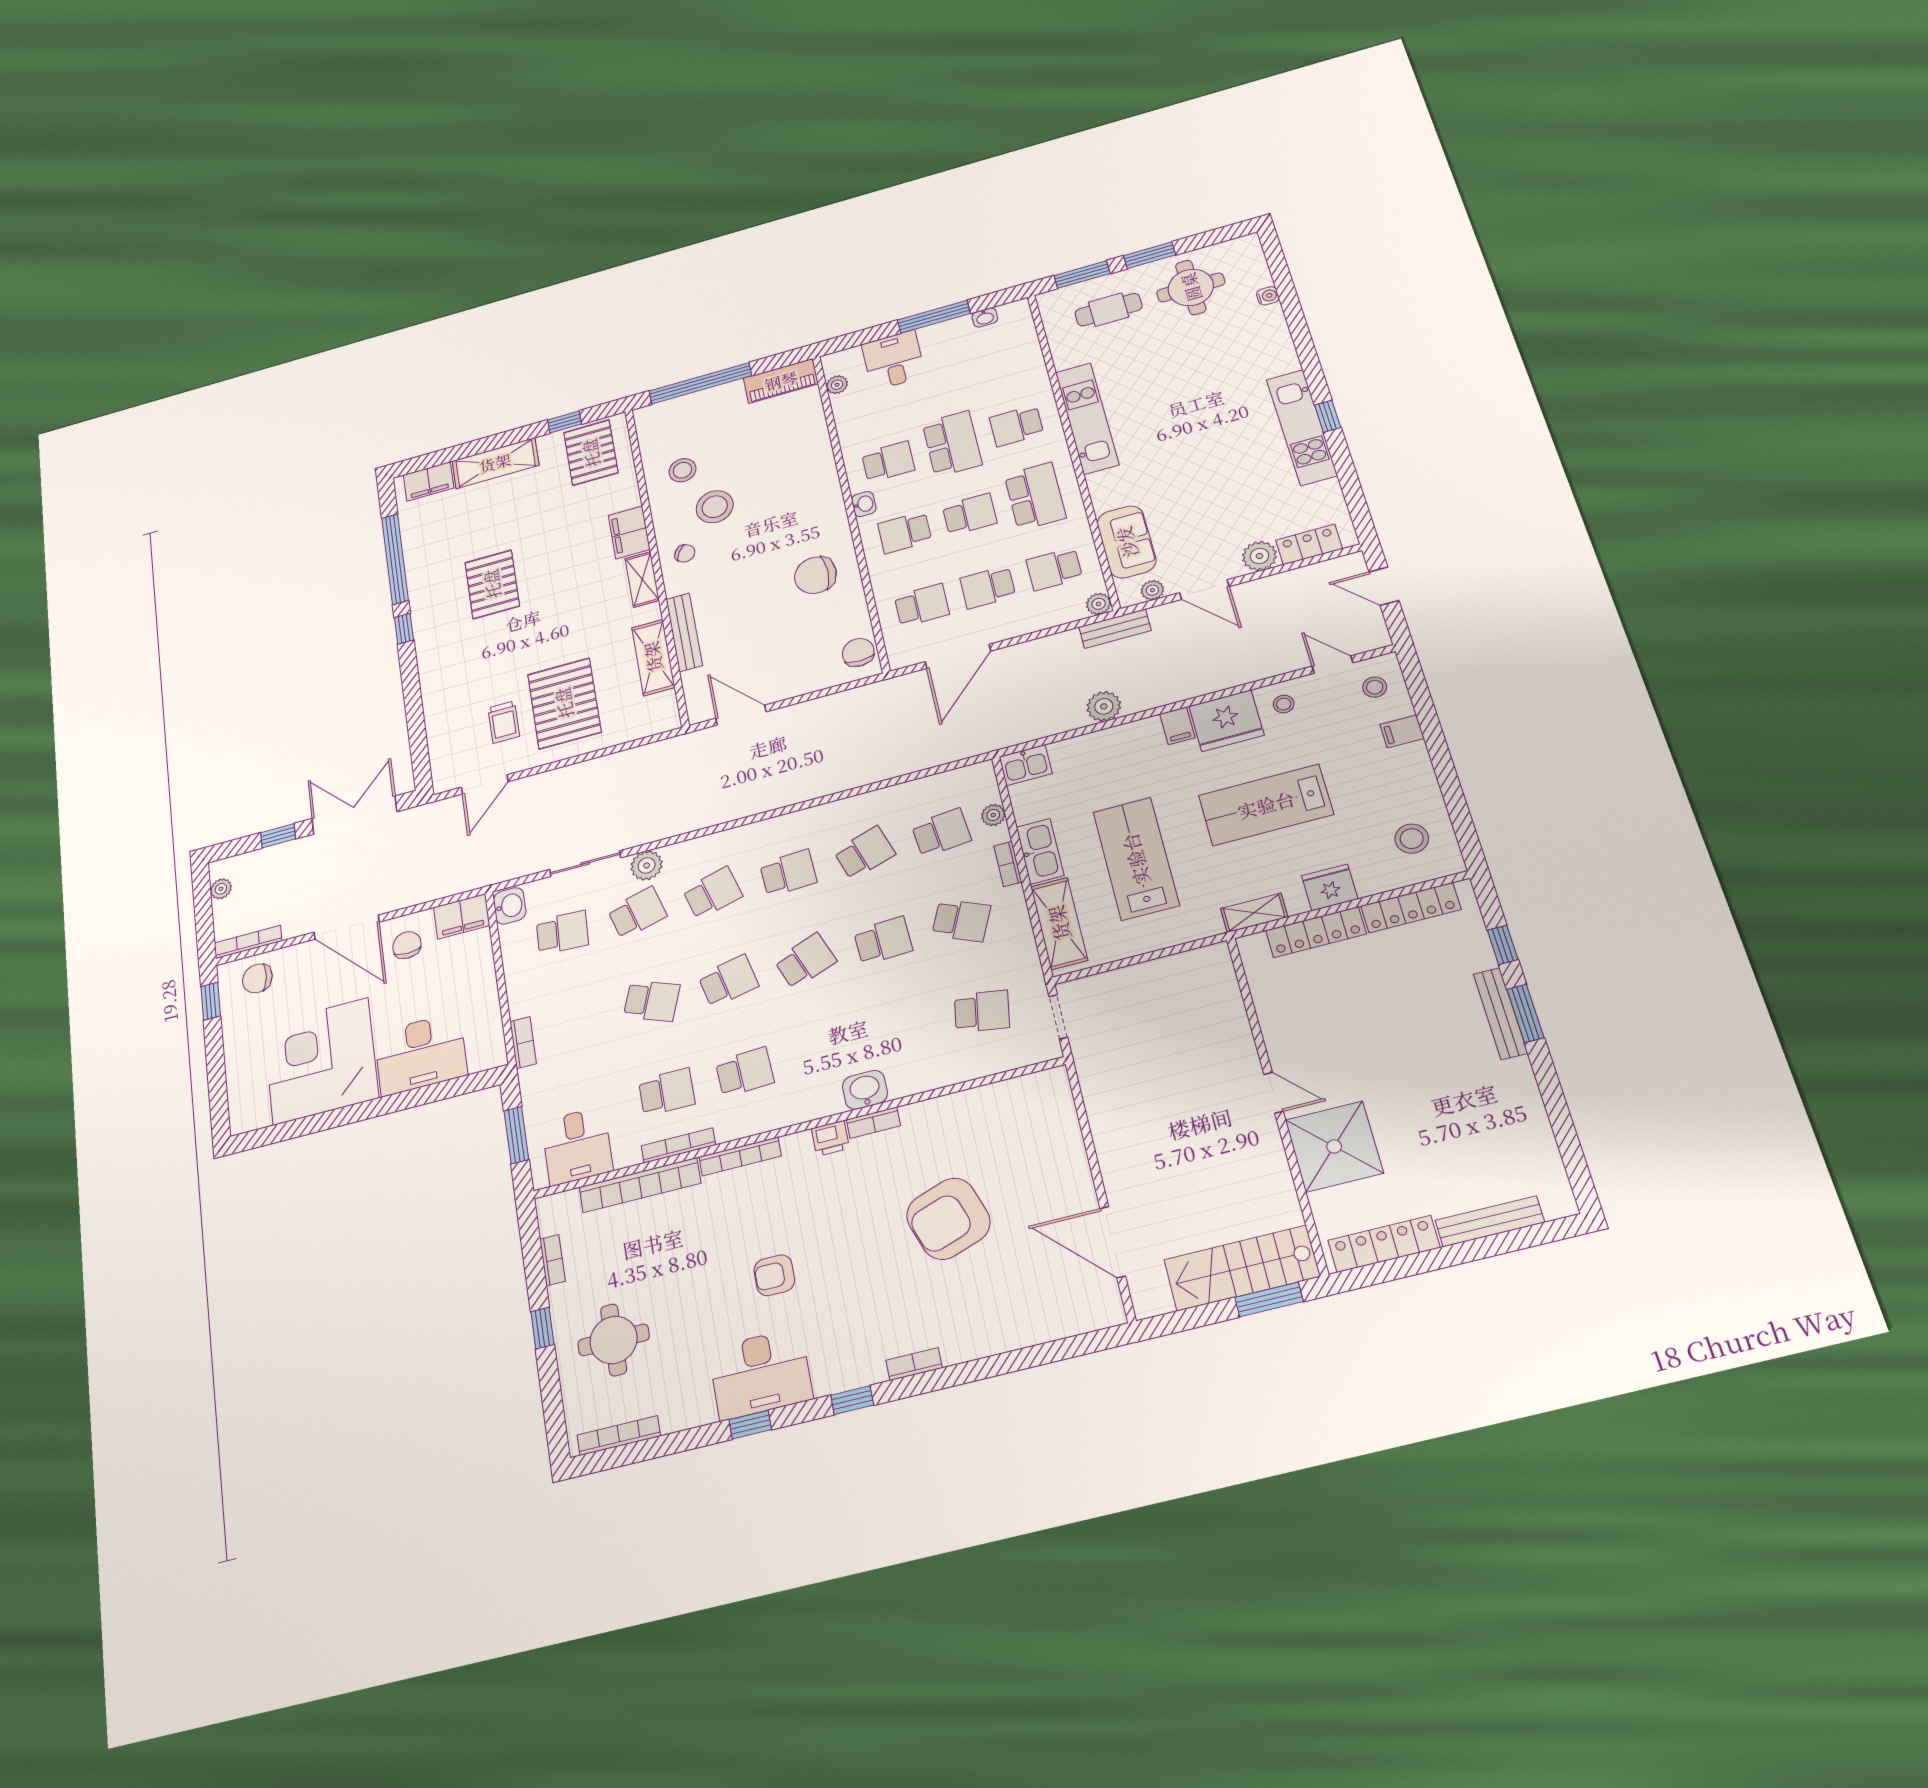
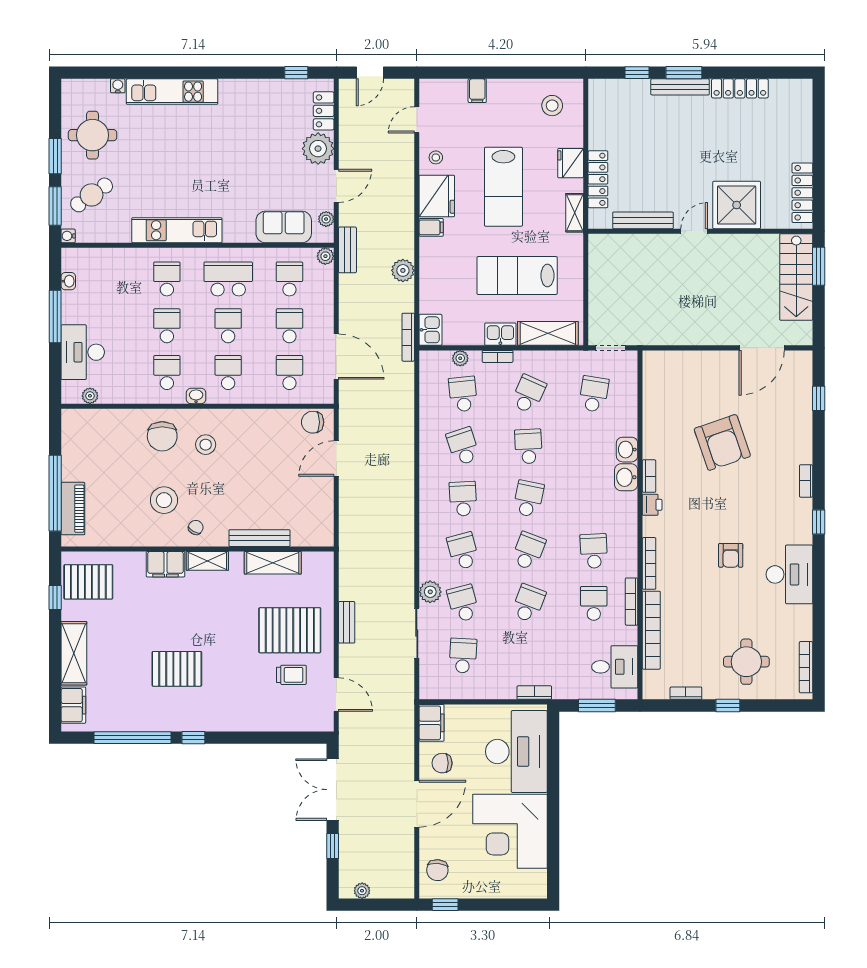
water cooler: (1046, 300) -> (68, 236), added
cafe table: (1109, 310) -> (92, 195), turned 55
desk: (893, 360) -> (83, 352), width x1.37
piano: (781, 381) -> (73, 509), moved
window: (1328, 416) -> (296, 73), moved
school desk: (1017, 426) -> (167, 279), turned 180
kitchen unit: (1302, 427) -> (172, 92), moved
school desk: (952, 444) -> (167, 326), width x0.54
stool: (683, 470) -> (206, 445), moved
school desk: (905, 532) -> (228, 373), turned 180
plant: (1259, 556) -> (318, 149), width x1.36, depth x1.36
school desk: (1054, 569) -> (289, 279), turned 180
chair: (815, 575) -> (162, 436), moved
school desk: (988, 587) -> (289, 326), turned 180
stool: (1375, 687) -> (441, 99), removed
door: (741, 715) -> (336, 459), moved
bench: (586, 770) -> (347, 622), added
kitchen sink: (1040, 851) -> (500, 334), width x0.73
washbasin: (510, 906) -> (627, 450), moved, turned -90
locker: (1411, 908) -> (740, 88), moved, turned 90
bookcase: (248, 942) -> (408, 337), moved
school desk: (805, 961) -> (528, 499), turned 33
school desk: (728, 981) -> (528, 551), turned 33
desk: (421, 1054) -> (516, 752), width x1.36, depth x1.30
bench: (1490, 1221) -> (643, 220), moved, turned 90
window: (750, 1425) -> (819, 398), moved

